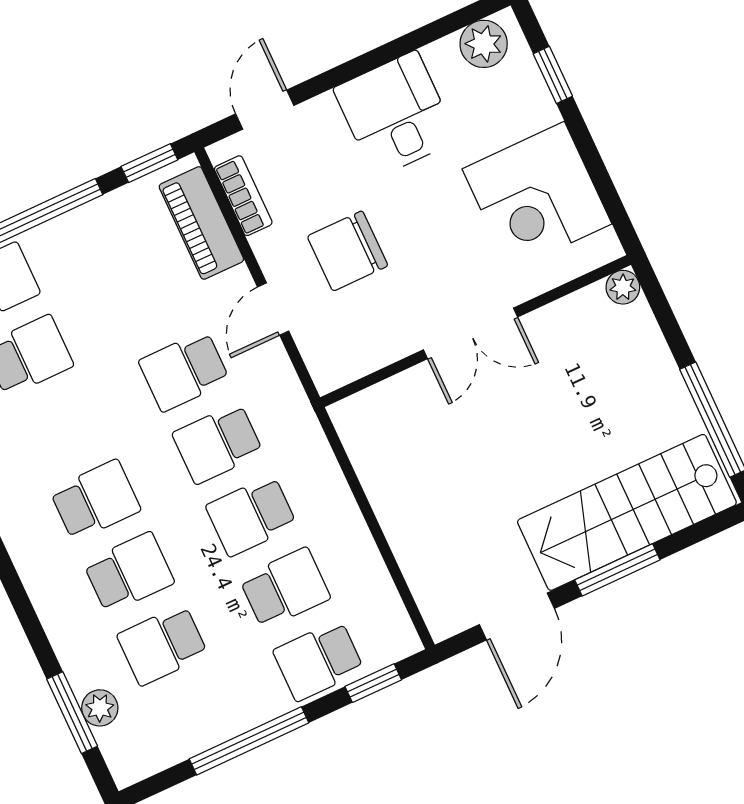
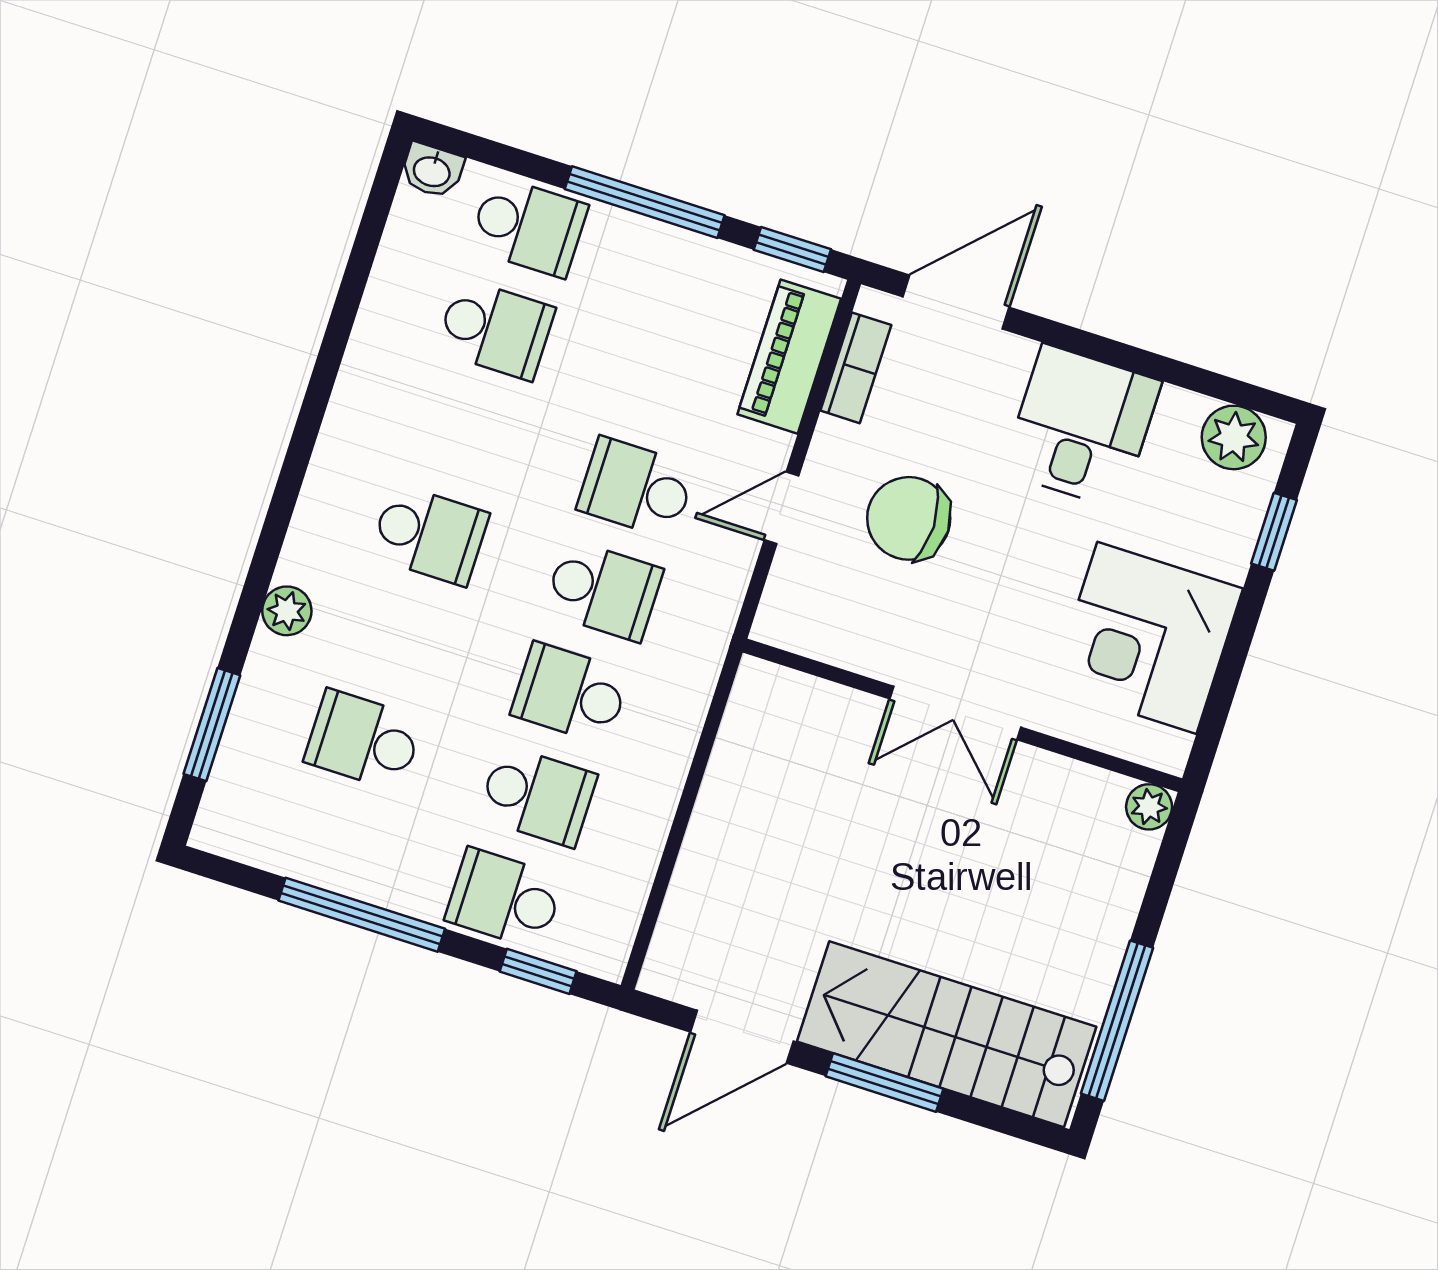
door: (265, 110) -> (956, 302), width x1.38
school desk: (218, 443) -> (603, 591), turned 180
school desk: (129, 573) -> (397, 637), removed
plant: (100, 708) -> (287, 611), moved

